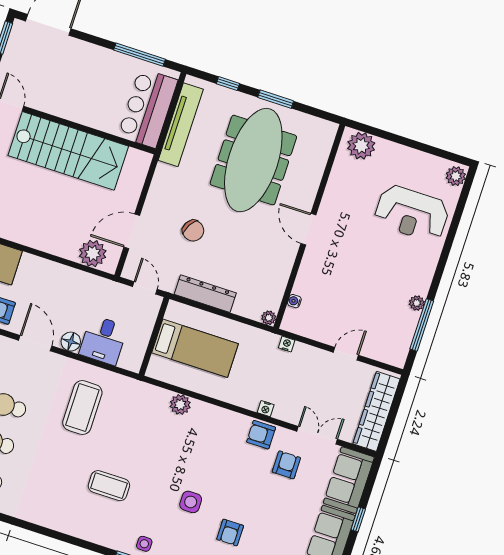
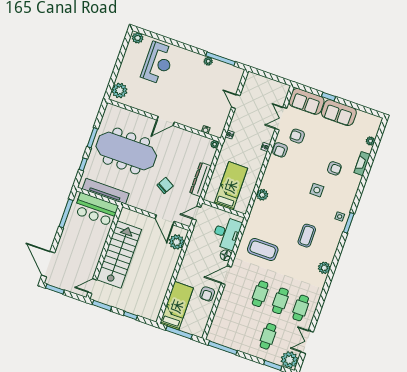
desk: (103, 340) -> (227, 233), width x1.37
wardrobe: (376, 411) -> (268, 85), removed
plant: (52, 518) -> (324, 268), added

